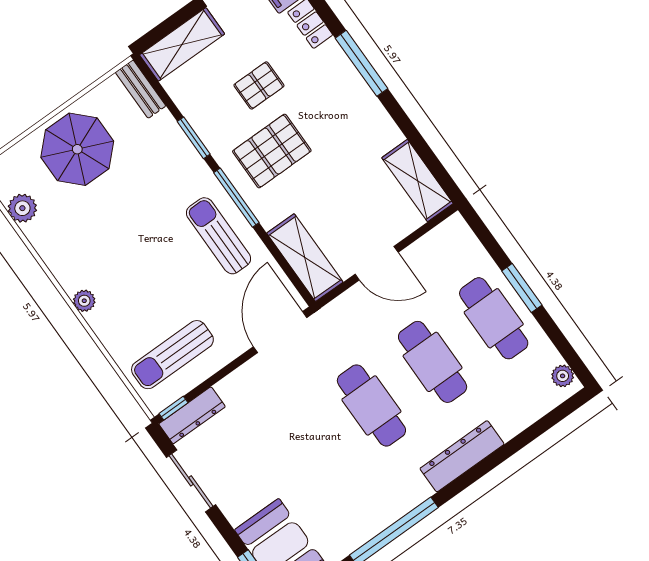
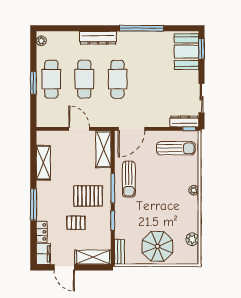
shelving: (417, 181) -> (43, 163), moved

